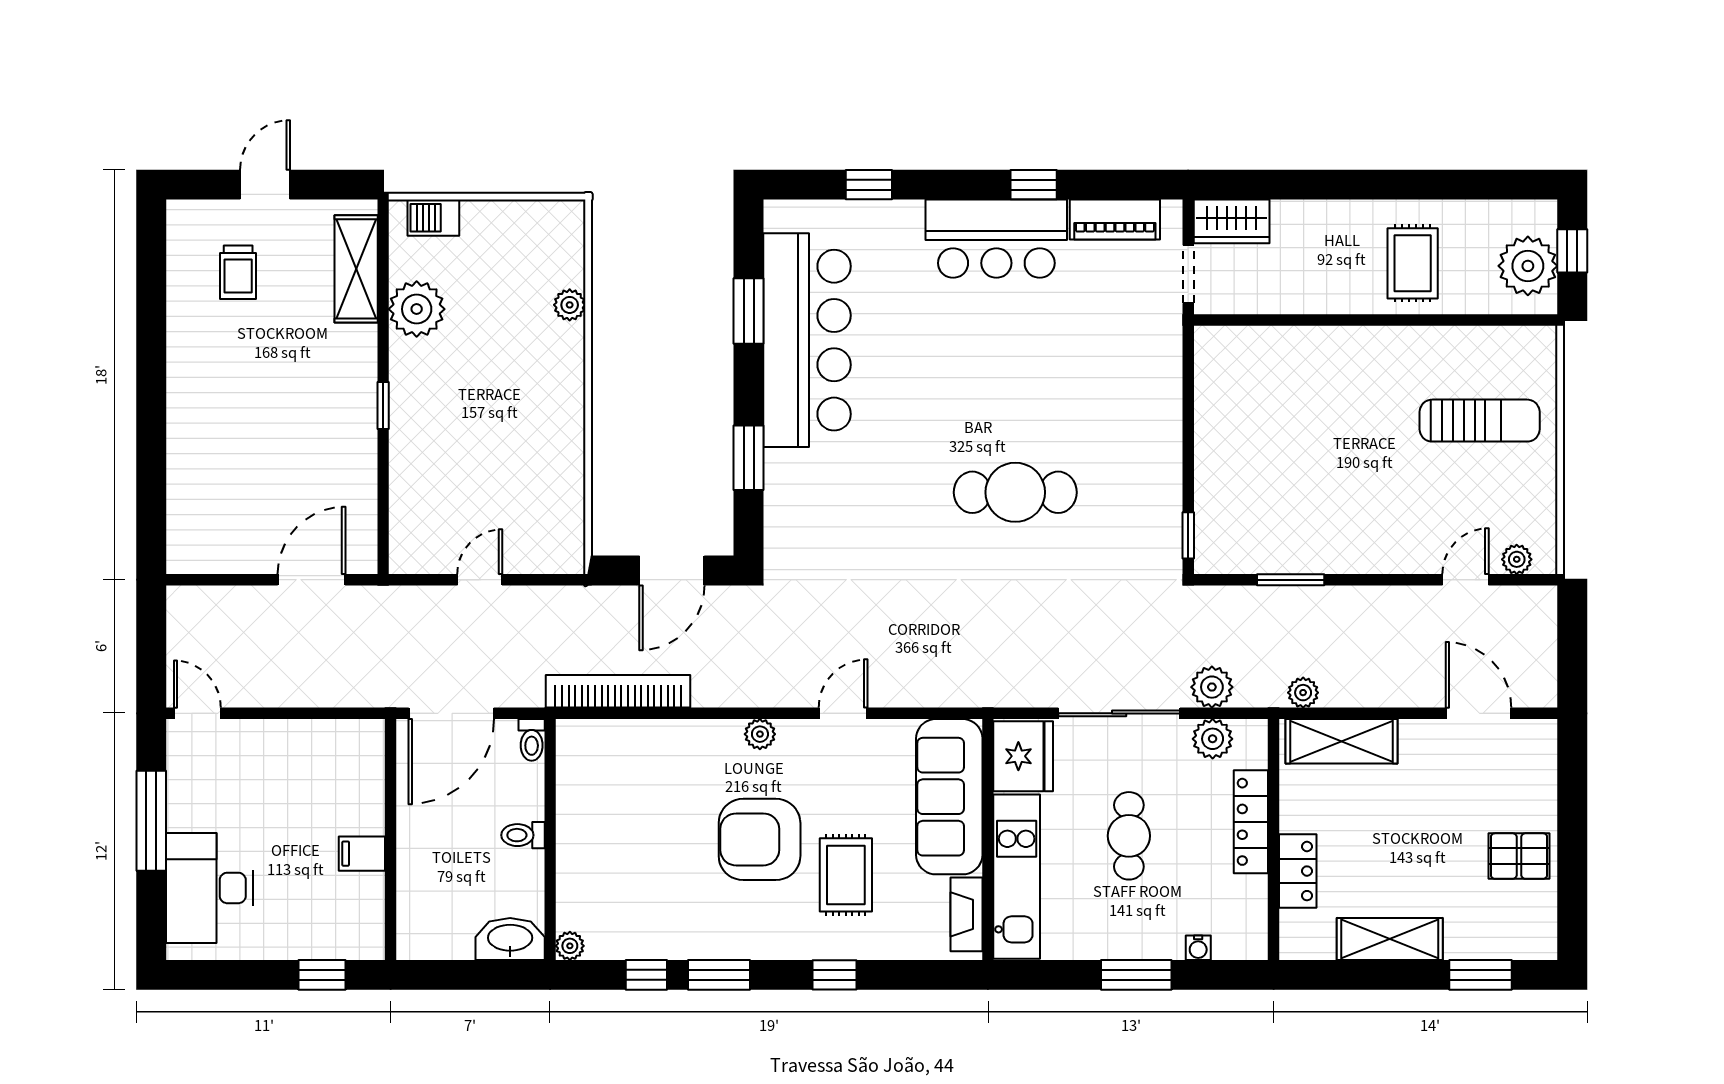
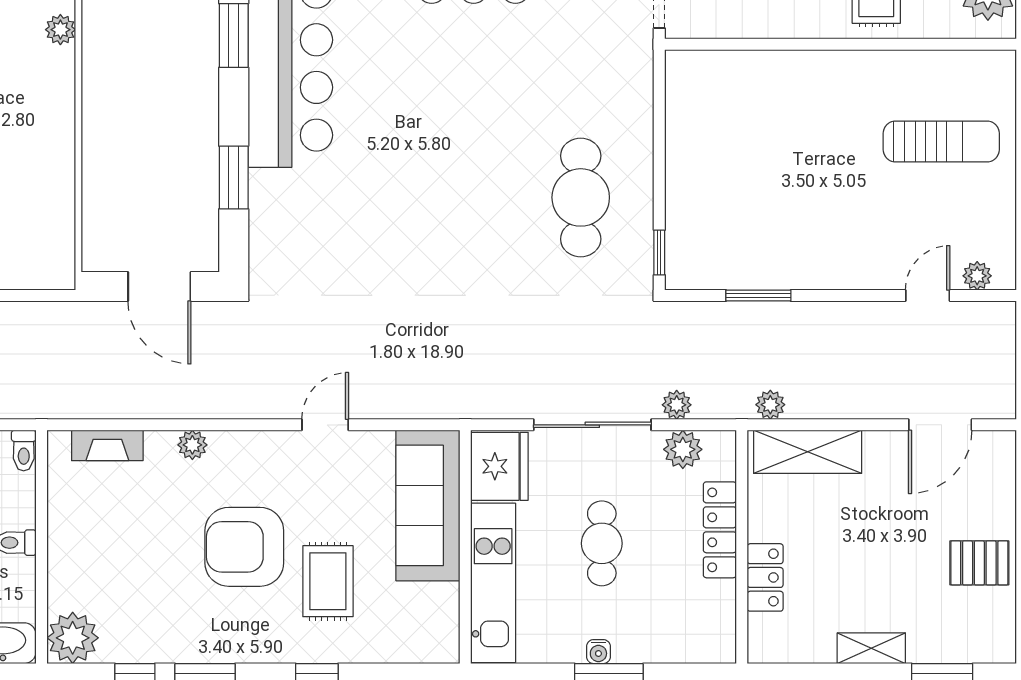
cafe table: (1015, 492) -> (581, 197), moved, turned 90
door: (672, 570) -> (159, 287), hinge flipped
plant: (1212, 687) -> (677, 405), width x0.73, depth x0.73
bookcase: (618, 691) -> (107, 404), removed
door: (1479, 713) -> (940, 425), swing flipped
plant: (760, 734) -> (192, 445), moved
fireplace: (967, 914) -> (107, 445), moved, turned -90
shelving: (1390, 939) -> (871, 648), width x0.67, depth x0.75
plant: (570, 946) -> (73, 638), width x1.88, depth x1.88
water cooler: (1198, 948) -> (598, 652), moved

